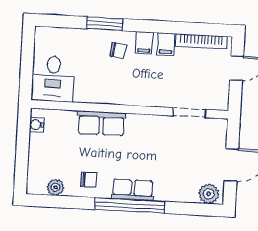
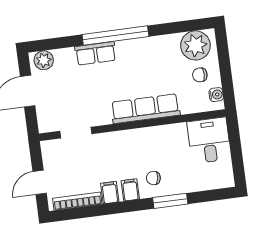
row of seats: (101, 123) -> (145, 109), width x1.48
chair: (89, 180) -> (200, 75), moved
plant: (55, 187) -> (195, 45), width x1.88, depth x1.88
row of seats: (133, 190) -> (95, 53), moved

